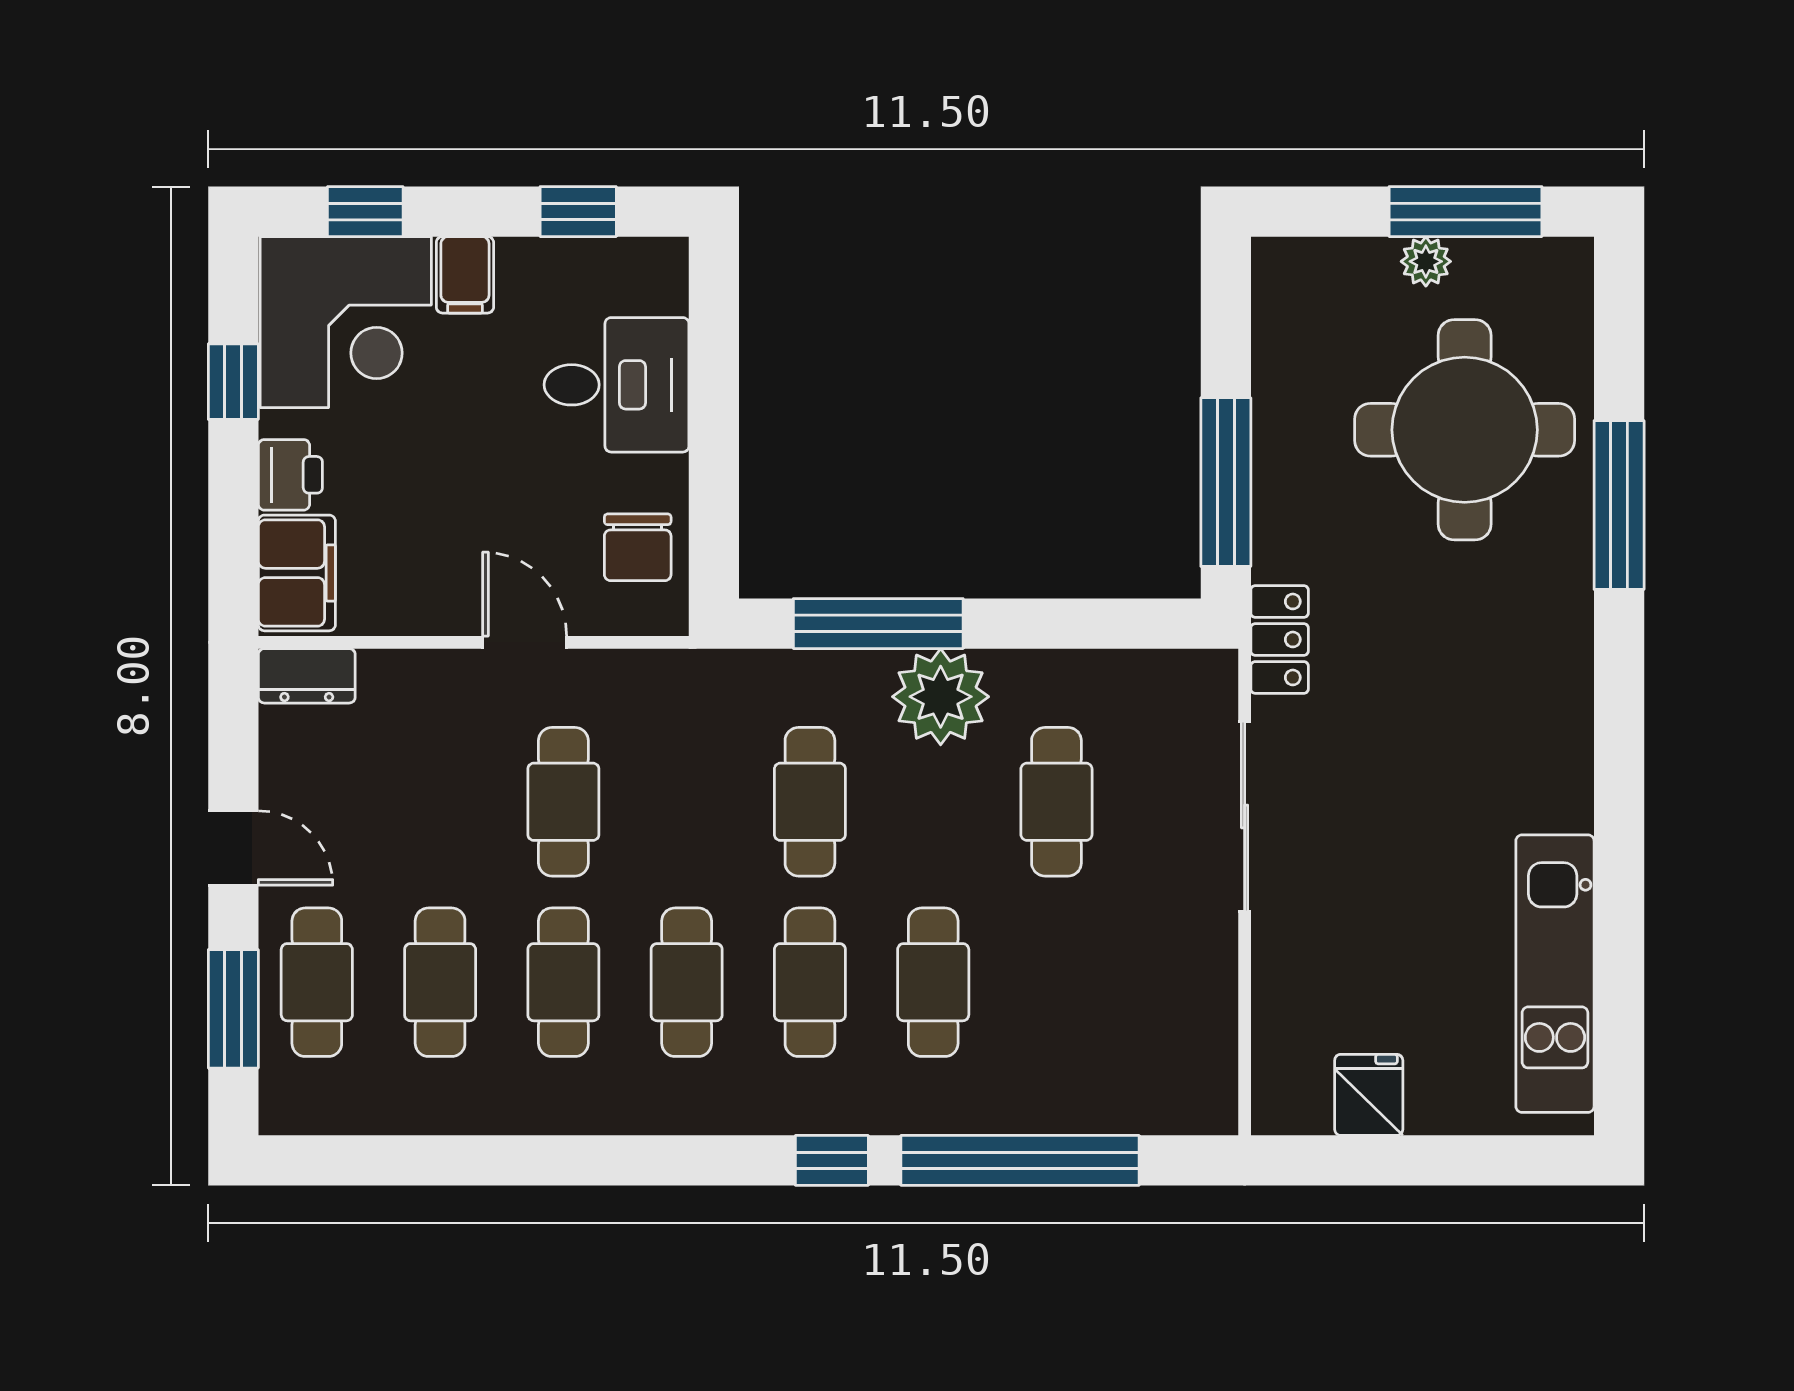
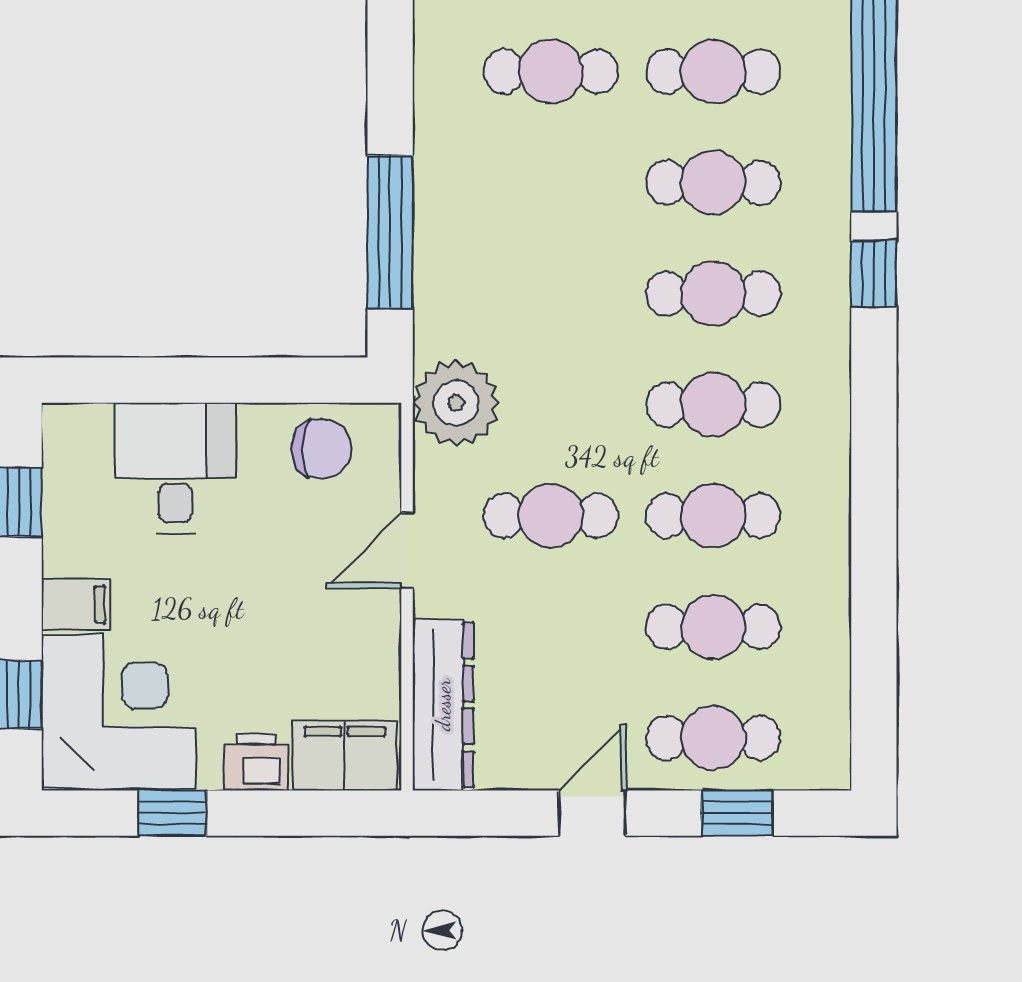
dresser: (307, 676) -> (443, 705), width x1.96, depth x1.24
plant: (941, 697) -> (456, 403), moved
cafe table: (810, 802) -> (713, 71), moved
window: (233, 1009) -> (737, 813), width x0.67

